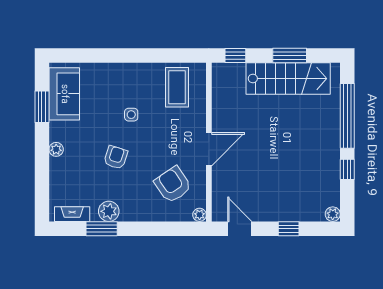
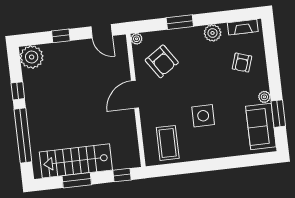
side table: (131, 115) -> (203, 116), width x1.87, depth x1.87
plant: (56, 149) -> (264, 97), moved
armchair: (116, 157) -> (242, 63), moved
plant: (333, 214) -> (32, 57), width x1.88, depth x1.88
window: (102, 229) -> (180, 22), moved

